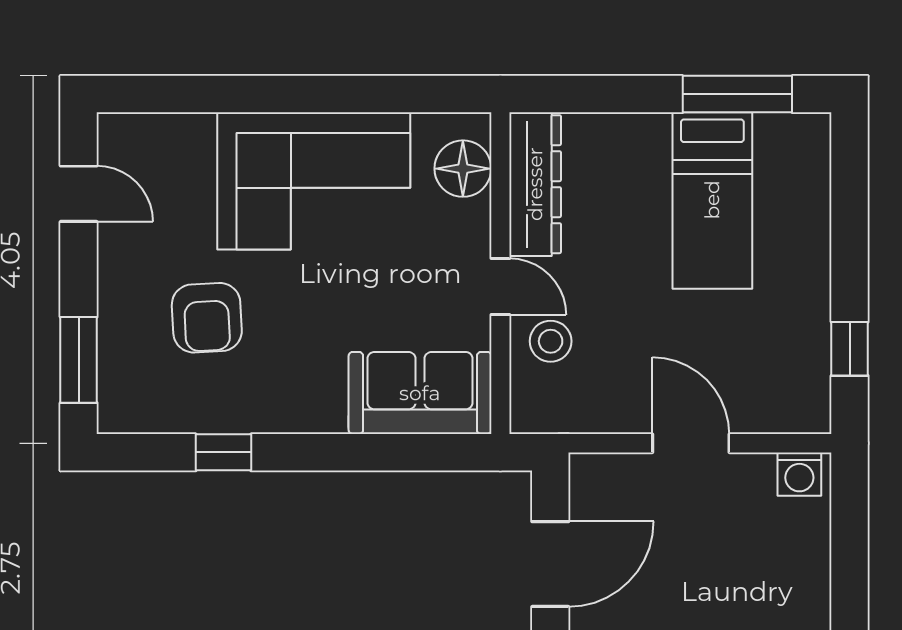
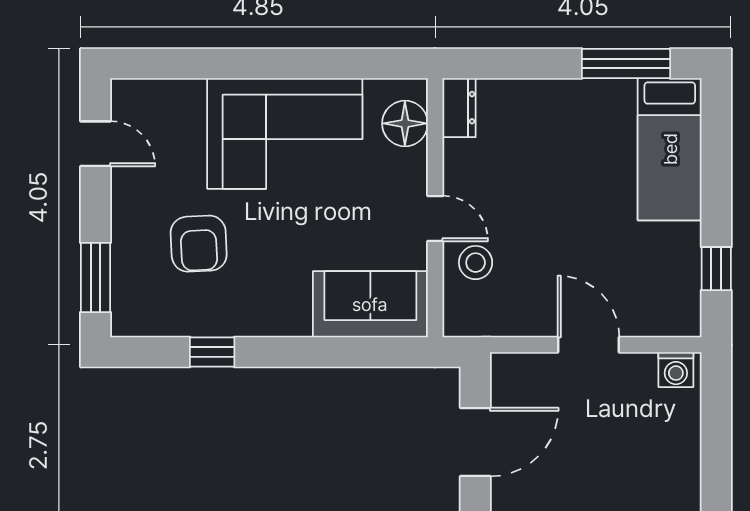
dresser: (535, 184) -> (459, 108), width x0.51, depth x0.80
bed: (712, 200) -> (670, 149), moved

